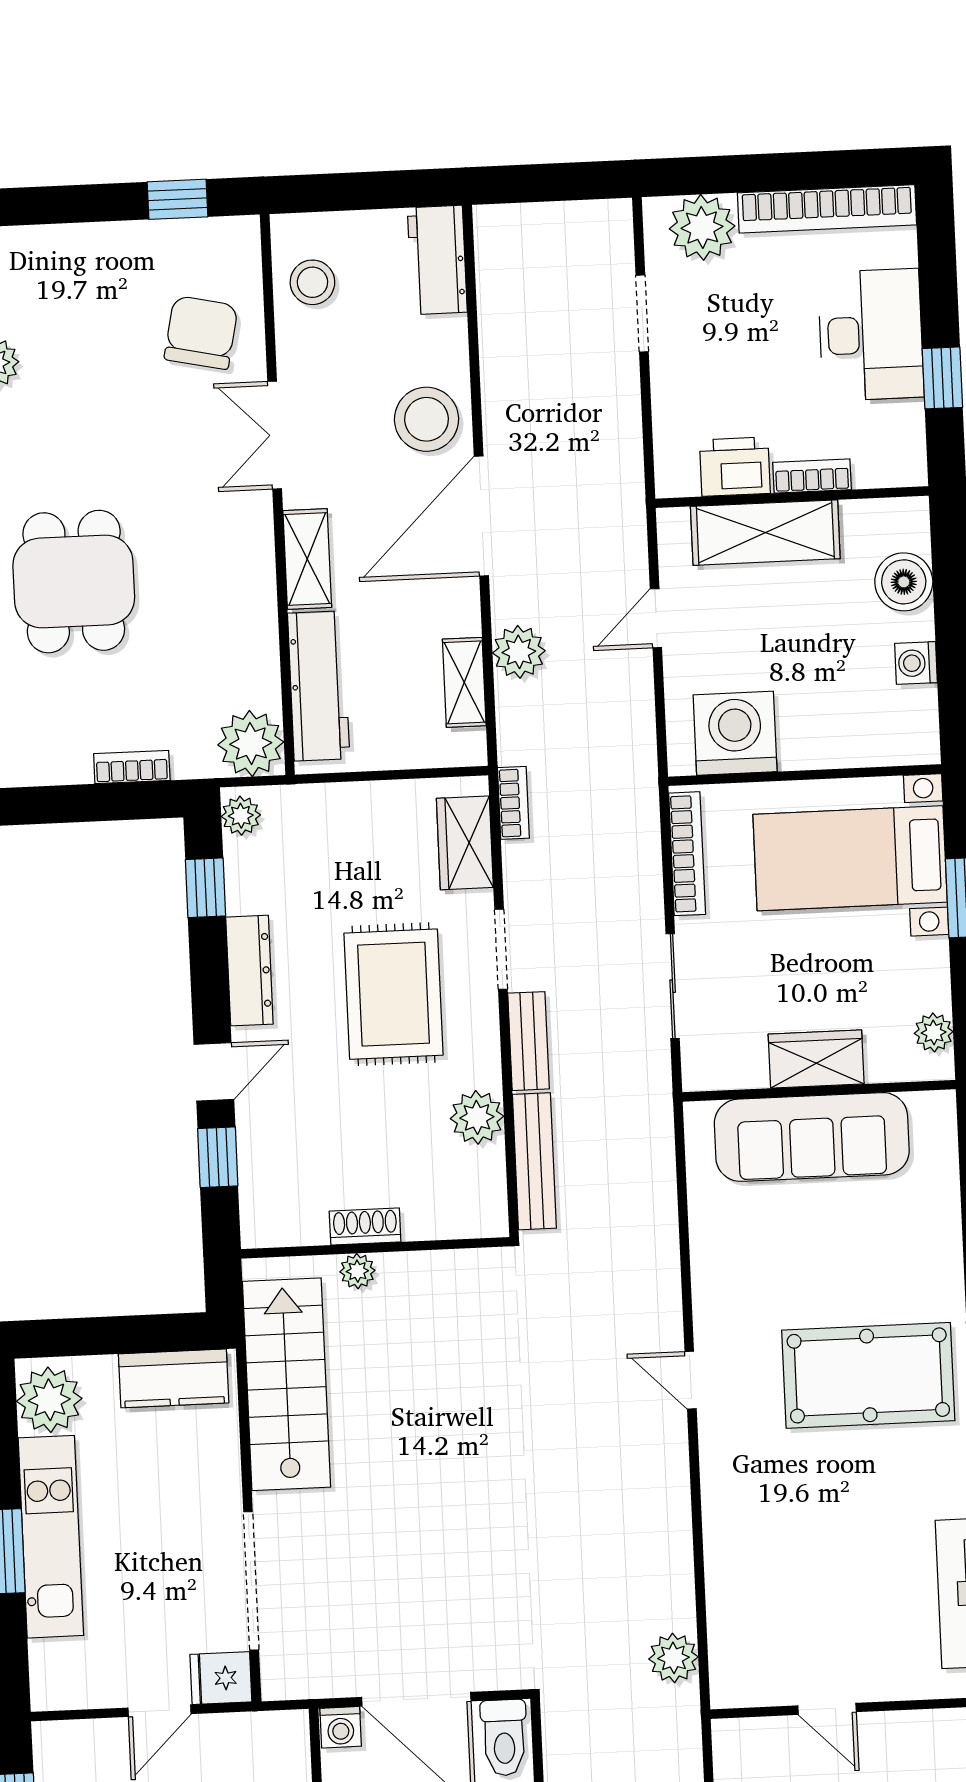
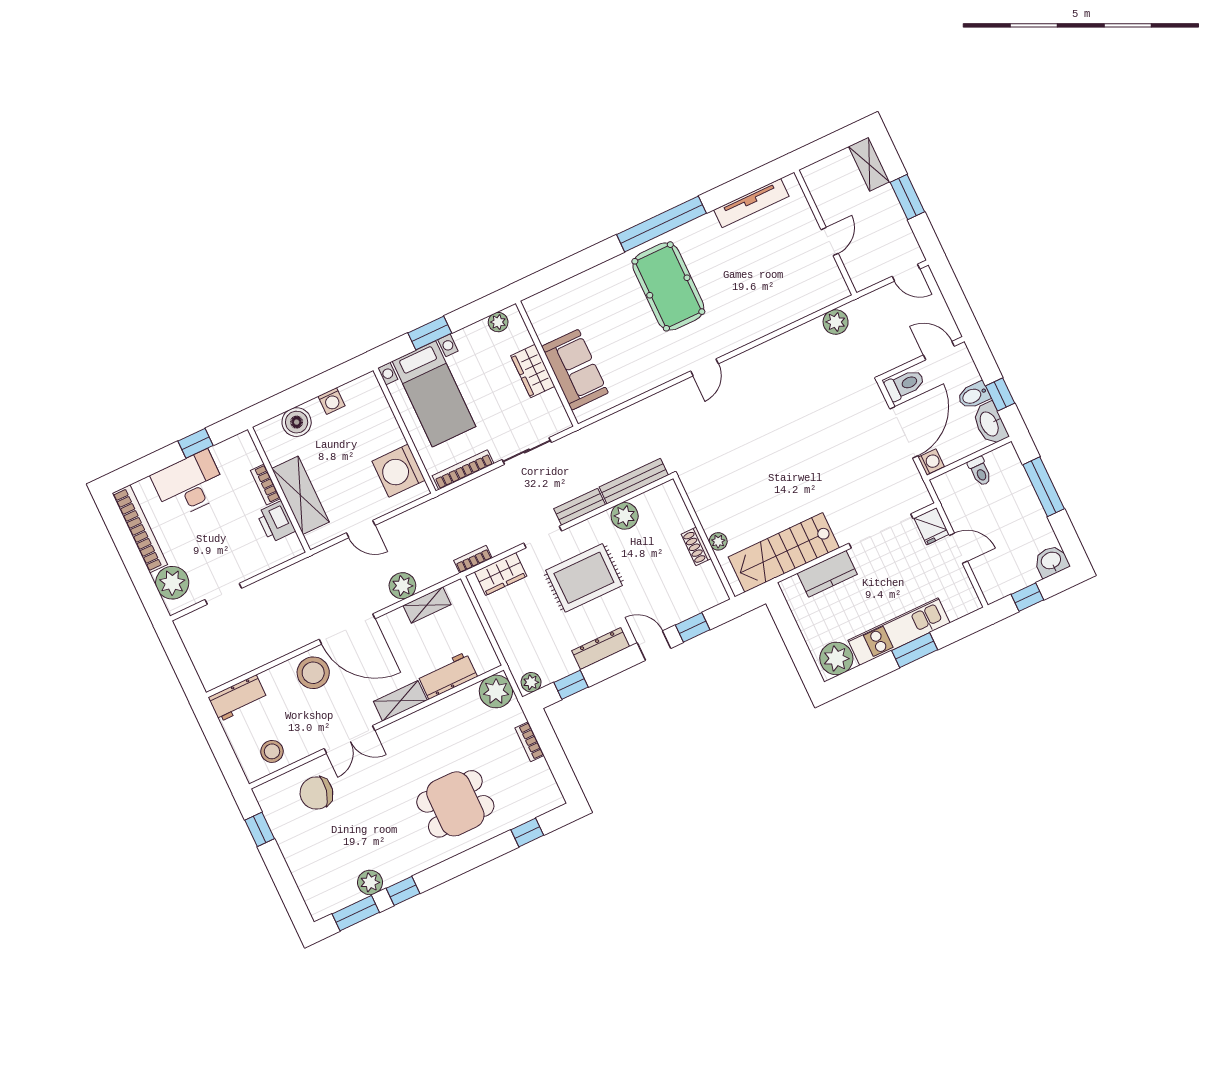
workbench: (319, 686) -> (447, 676), width x0.73
sofa: (812, 1137) -> (575, 370), width x0.73
kitchen counter: (174, 1378) -> (827, 574), moved, turned 90

